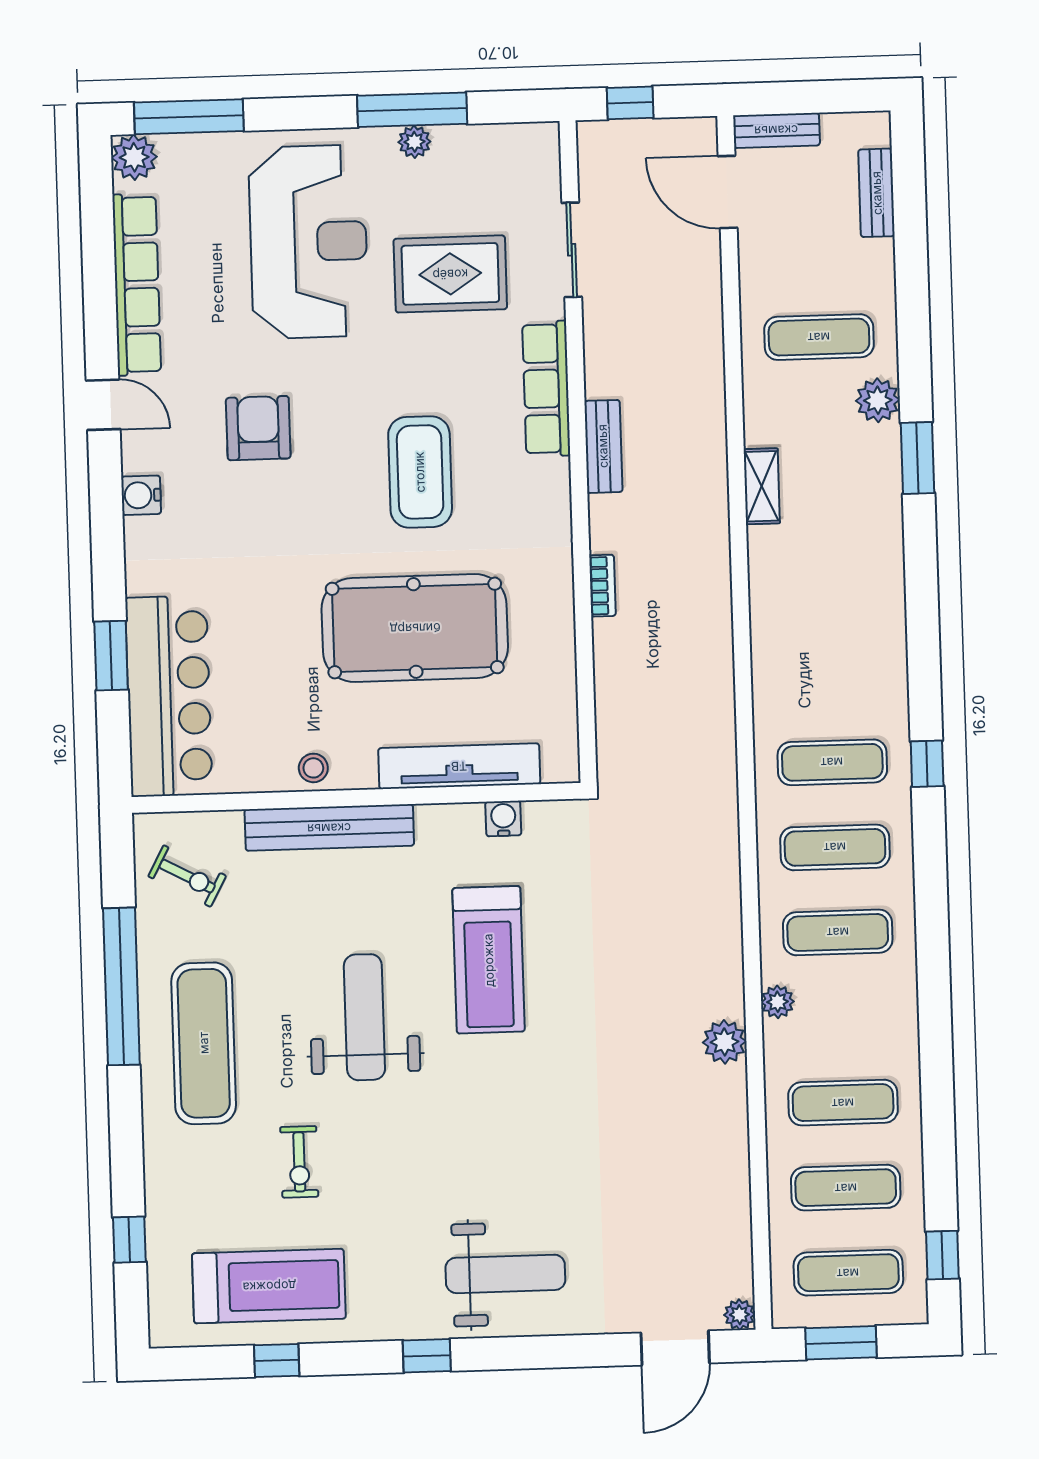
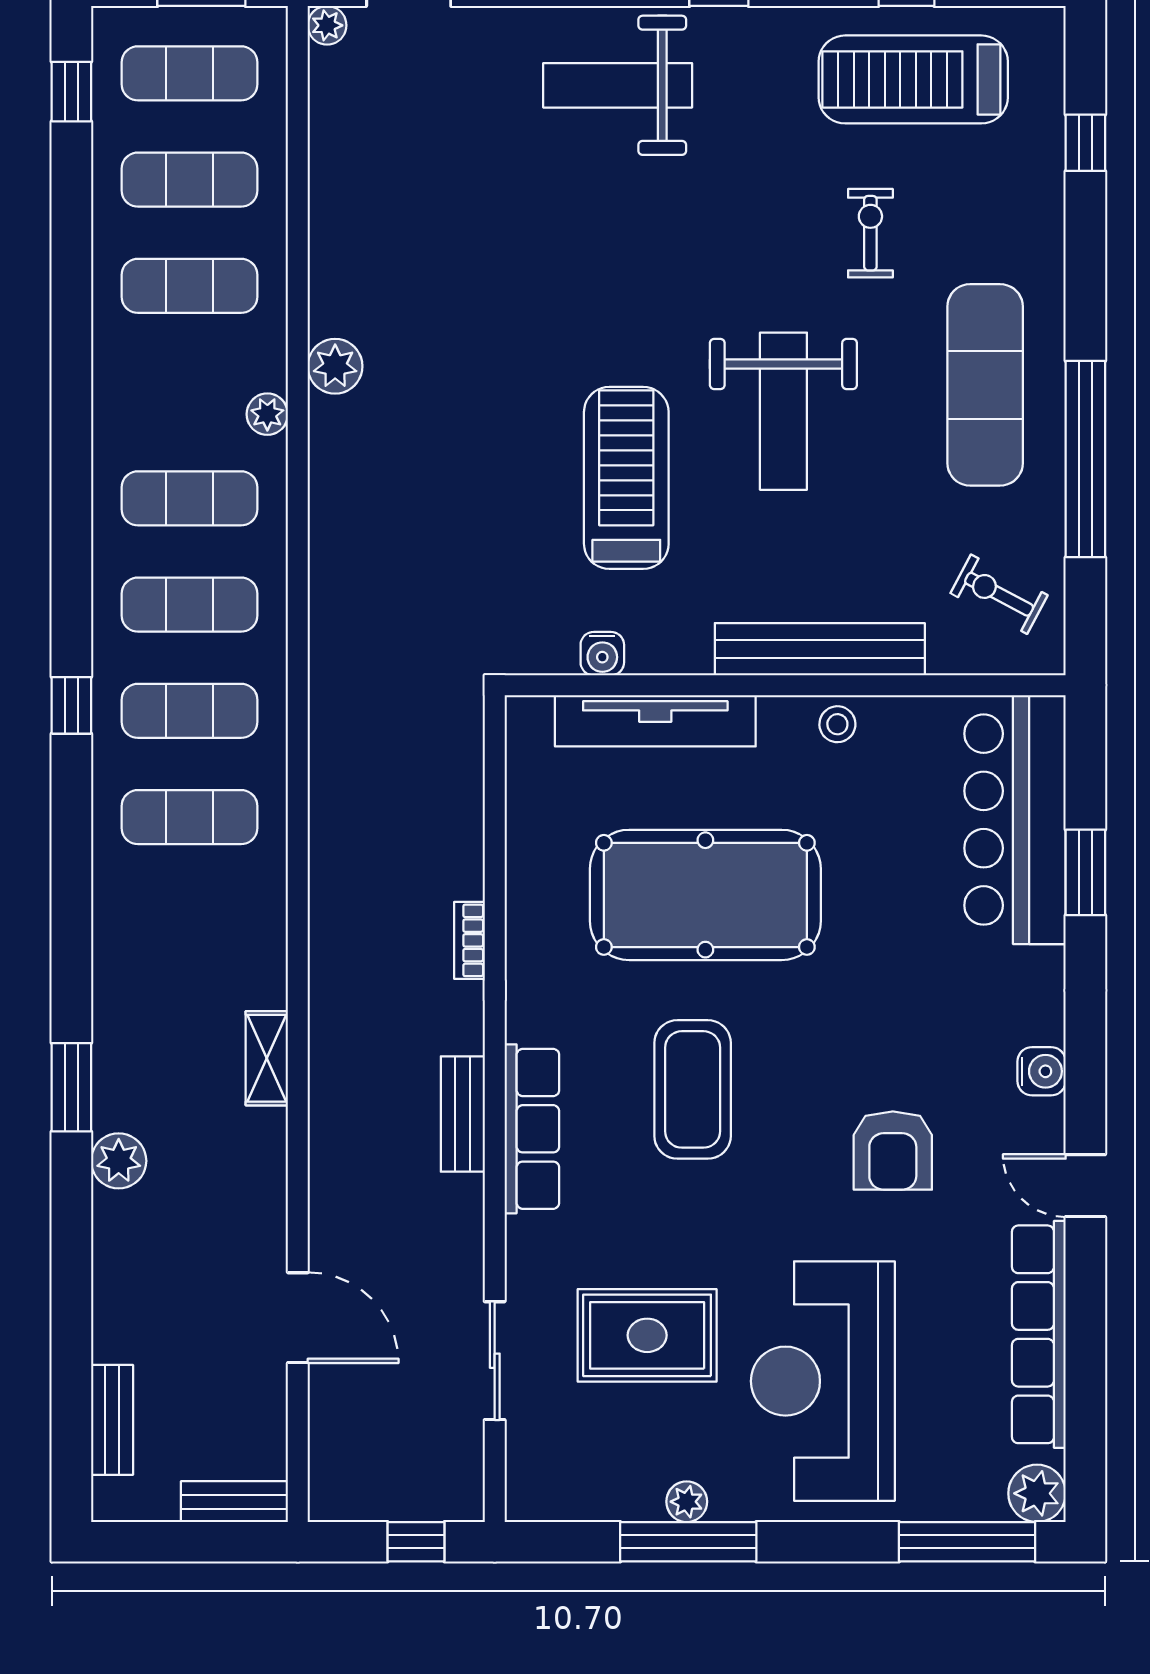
door: (728, 192) -> (298, 1318), moved
exercise mat: (819, 337) -> (190, 817), moved
row of seats: (546, 389) -> (532, 1129), moved

